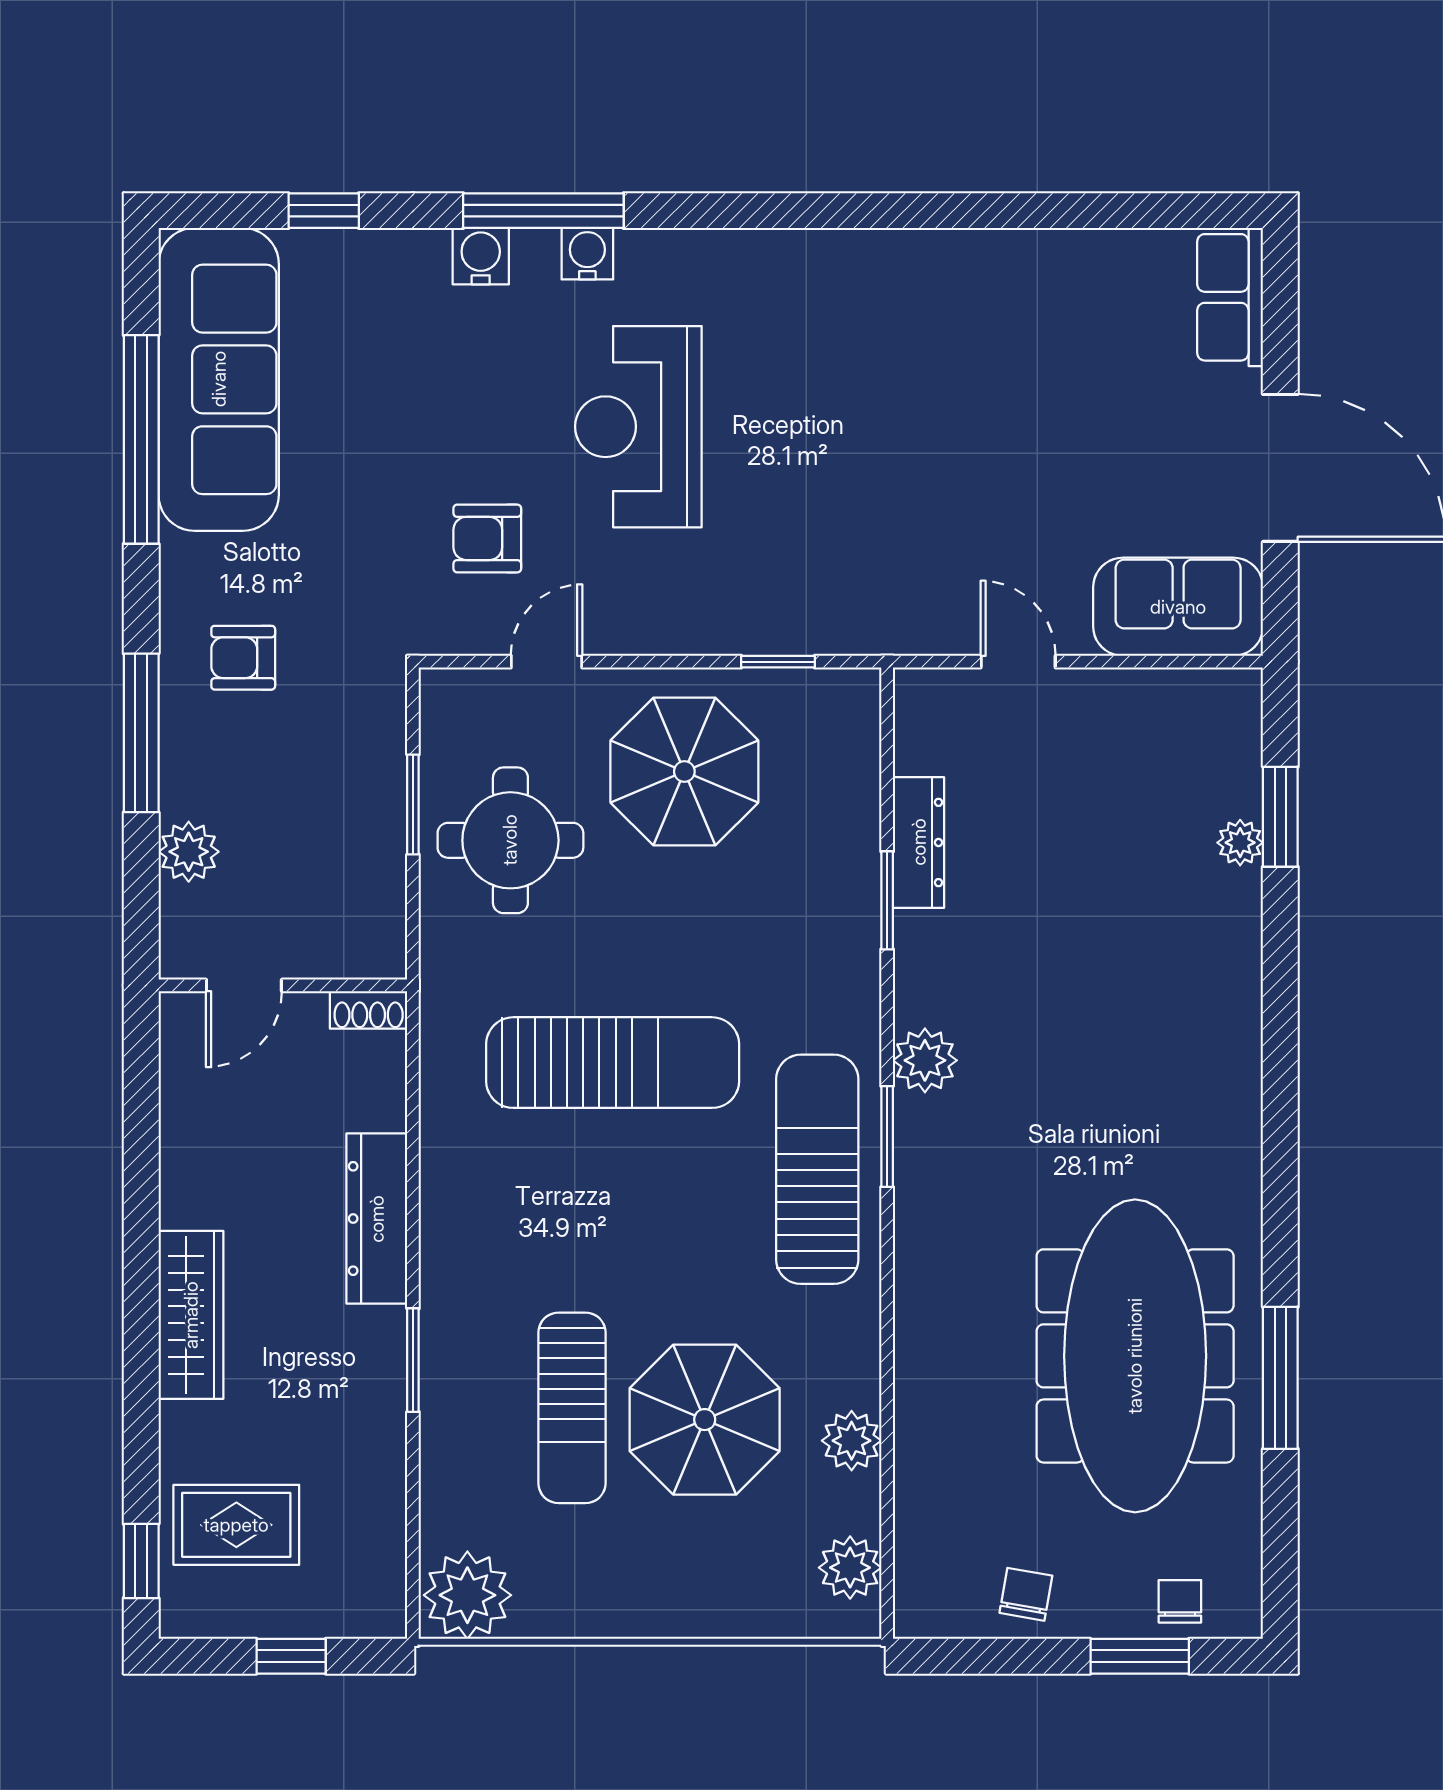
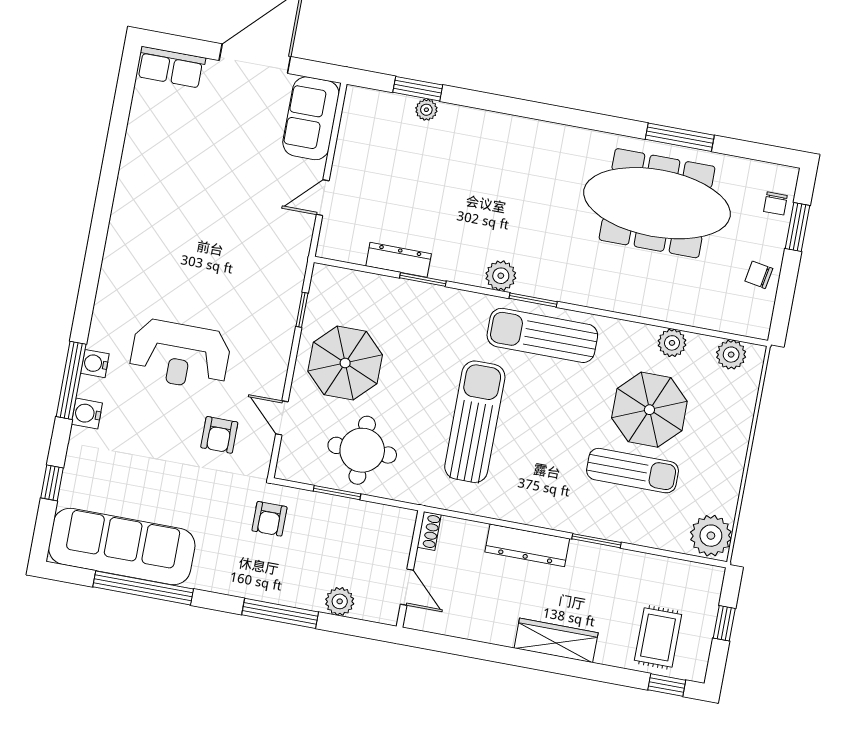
armchair: (243, 658) -> (269, 519), moved
chair: (1180, 1601) -> (775, 203), turned -90

